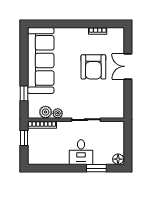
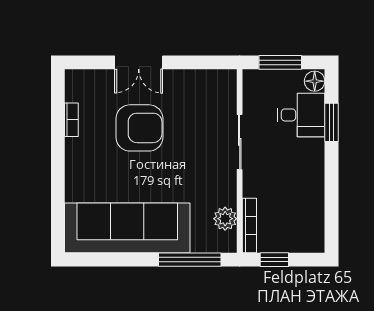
window: (24, 93) -> (190, 260), width x2.17
plant: (58, 113) -> (228, 196), removed
window: (128, 141) -> (280, 62), added
desk: (81, 152) -> (301, 115), moved

